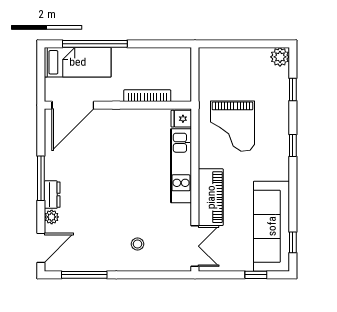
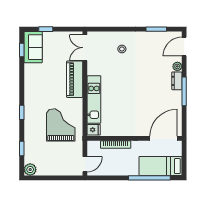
door: (195, 65) -> (85, 164), added
sofa: (272, 226) -> (33, 47), width x0.54, depth x0.79
window: (84, 275) -> (156, 29), width x0.69

